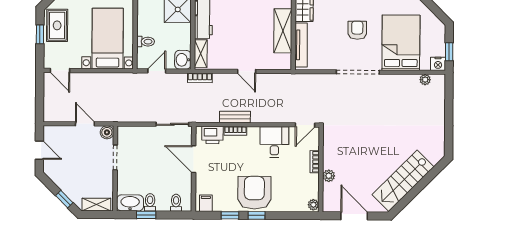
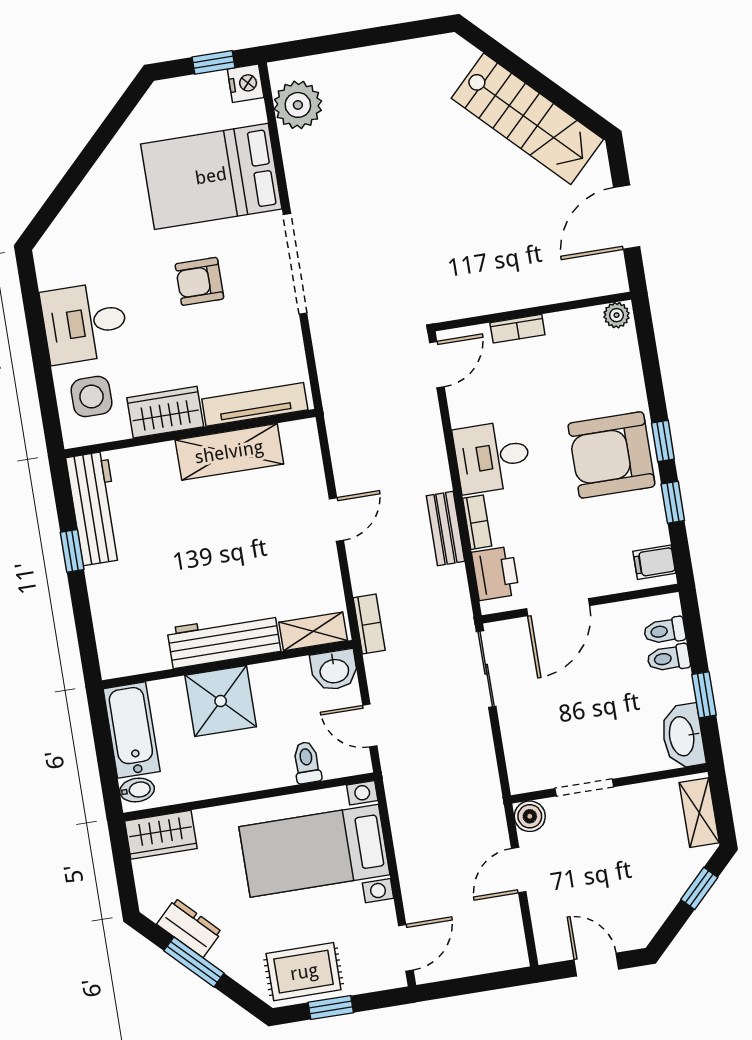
plant: (425, 80) -> (298, 105), width x1.87, depth x1.87
door: (305, 125) -> (437, 365), hinge flipped
desk: (274, 142) -> (492, 457), moved
door: (39, 150) -> (596, 964), hinge flipped
plant: (329, 176) -> (544, 291), removed
toilet: (150, 202) -> (669, 658), moved

